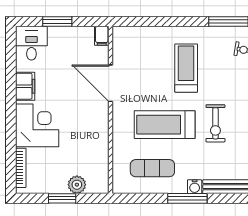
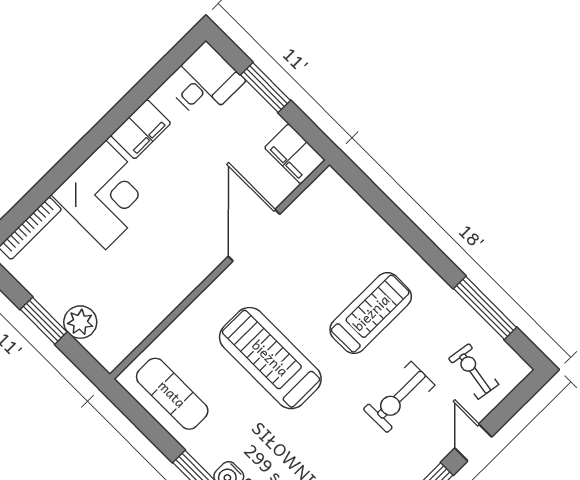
filing cabinet: (102, 36) -> (295, 154), width x2.00
exercise bike: (215, 123) -> (399, 397), moved
exercise mat: (152, 168) -> (172, 394), moved

